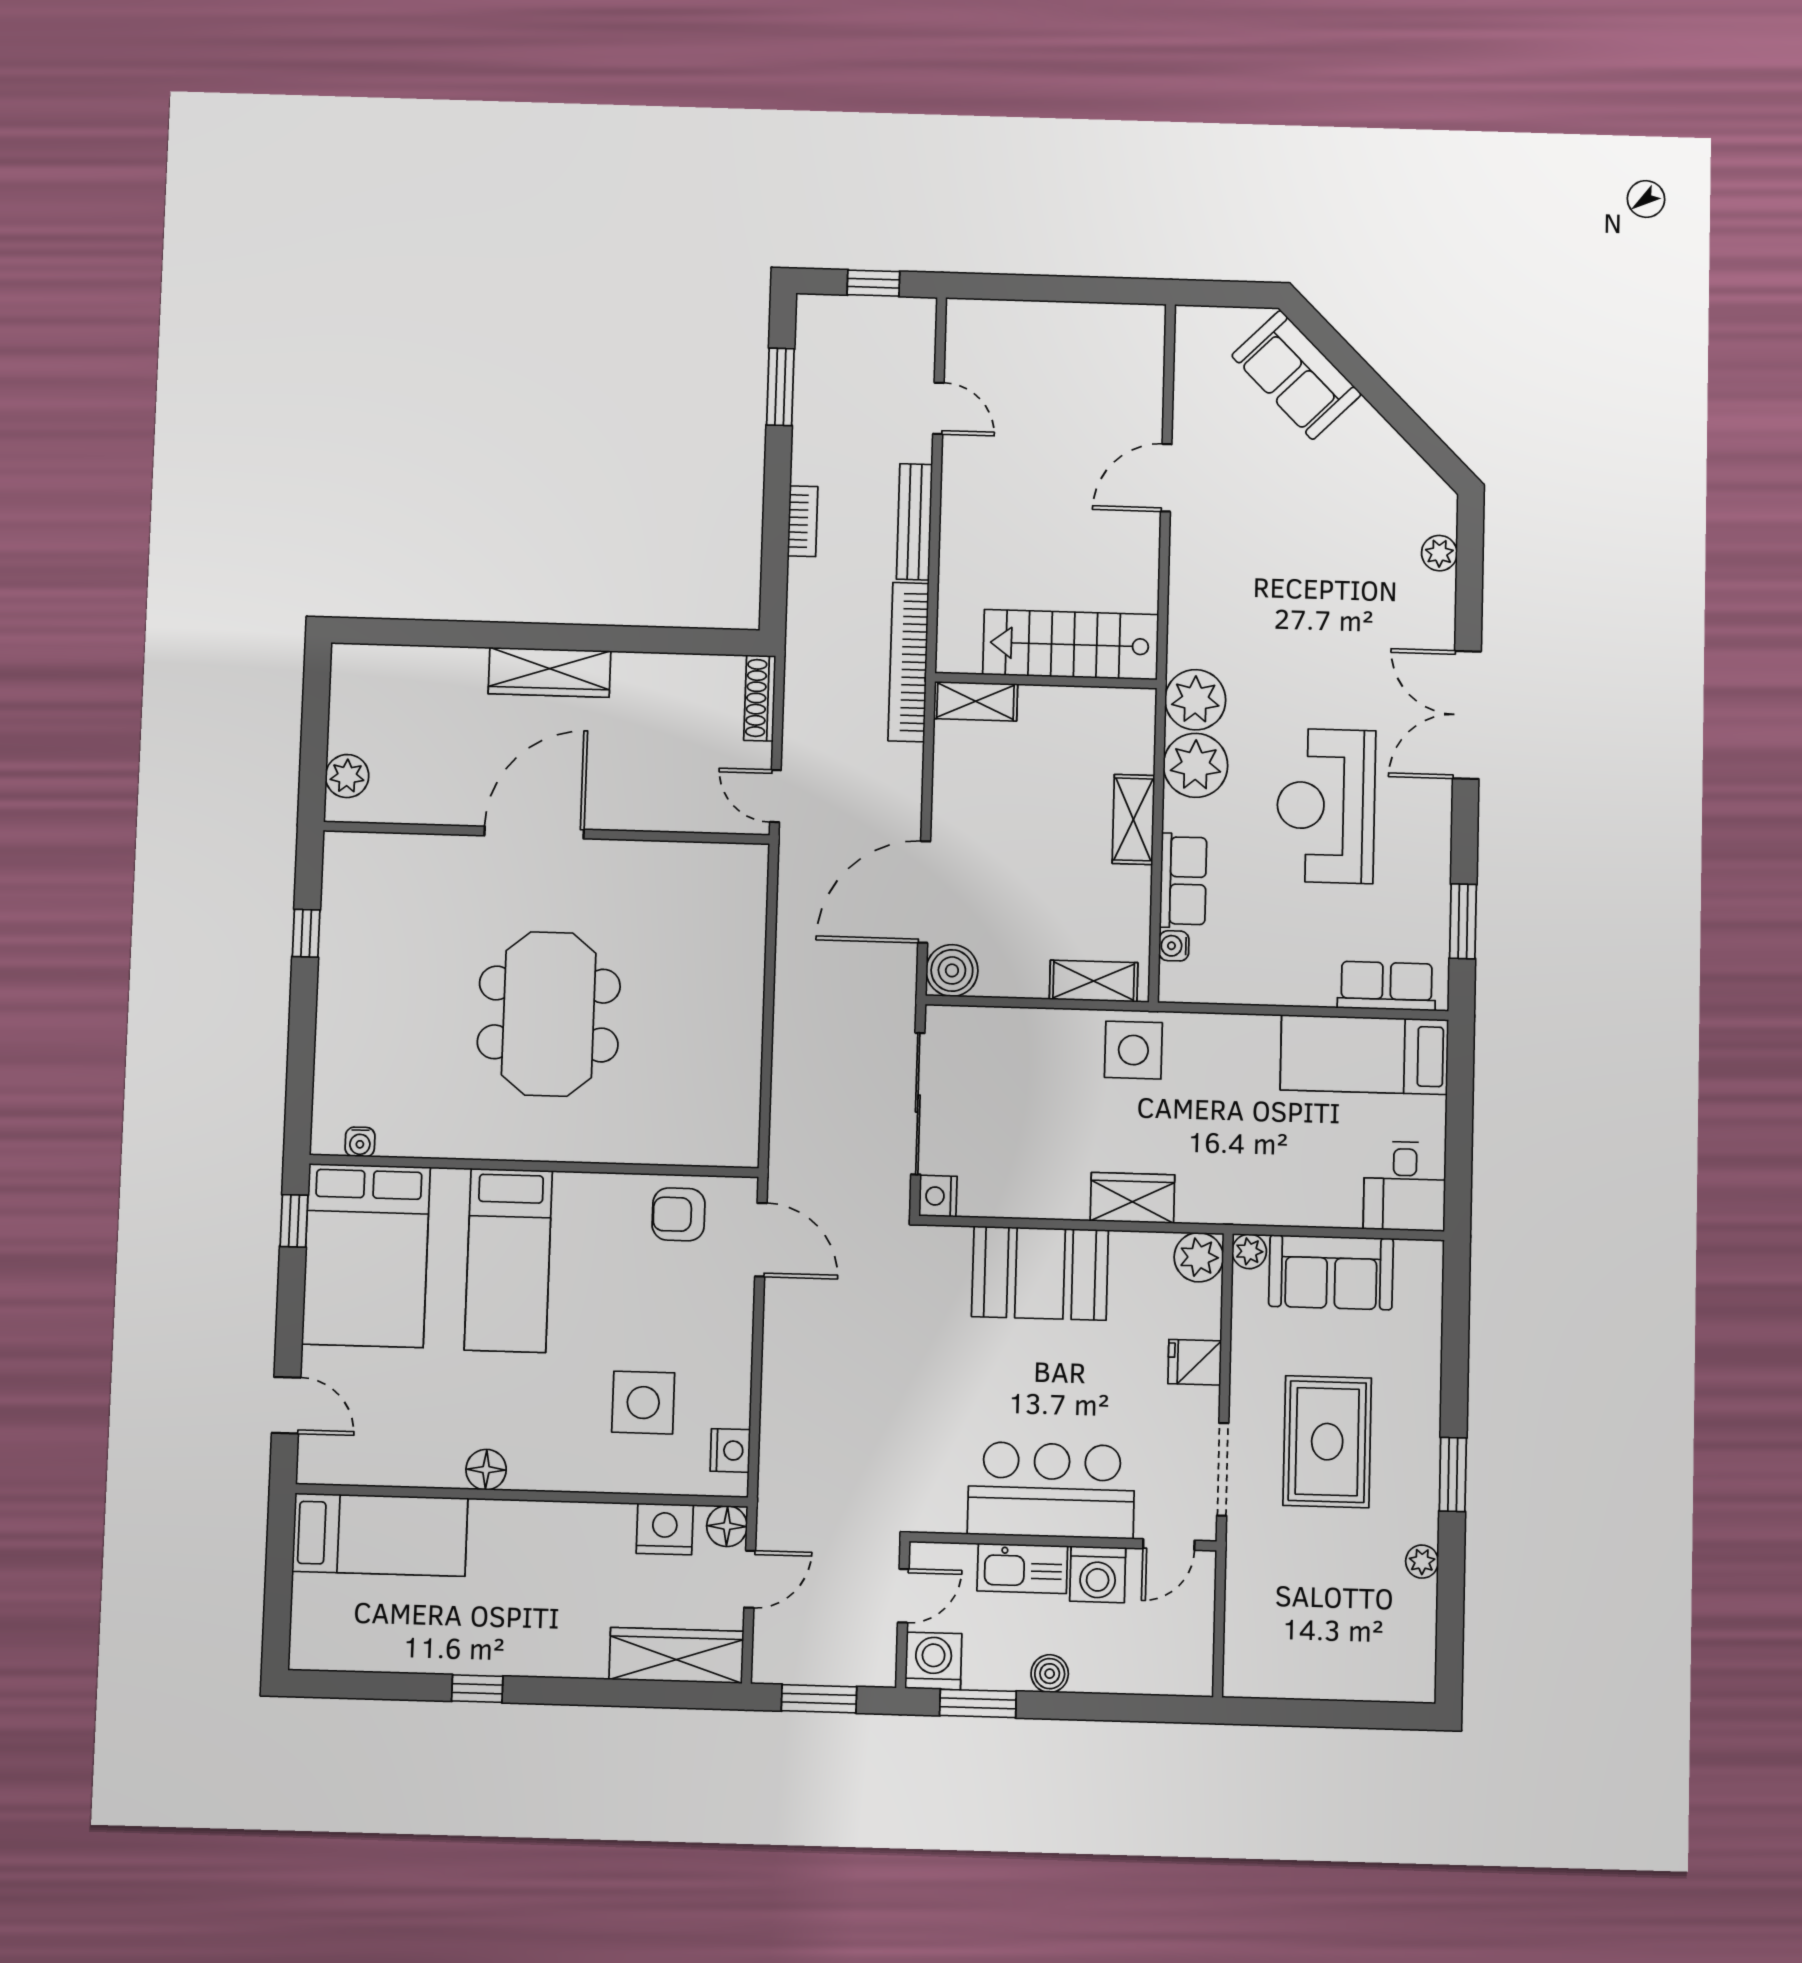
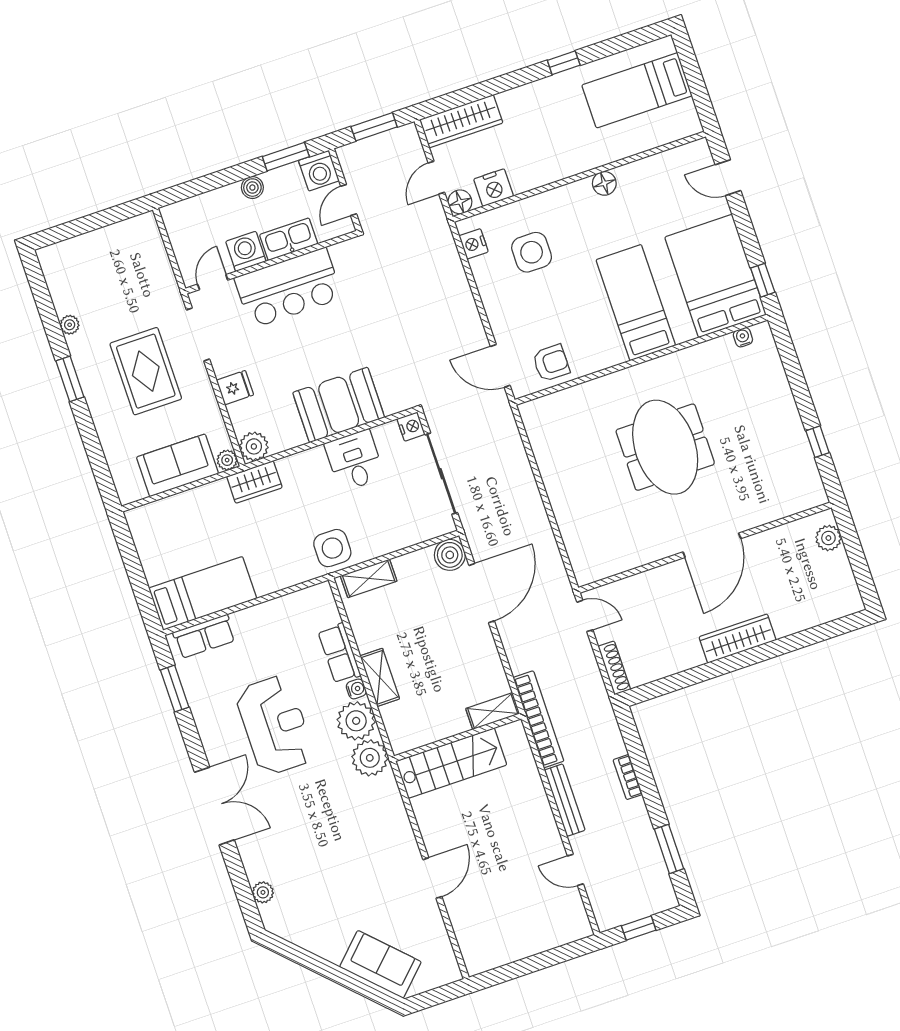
water cooler: (1174, 946) -> (356, 689), moved
desk: (1405, 1186) -> (355, 460), moved
wardrobe: (1132, 1198) -> (254, 482), moved
bed: (380, 1535) -> (637, 90), moved

